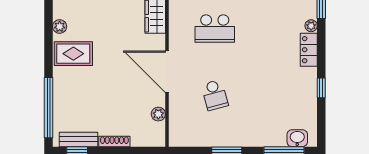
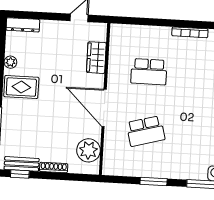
school desk: (215, 95) -> (146, 131), width x1.85
plant: (158, 114) -> (88, 150), width x1.88, depth x1.88

